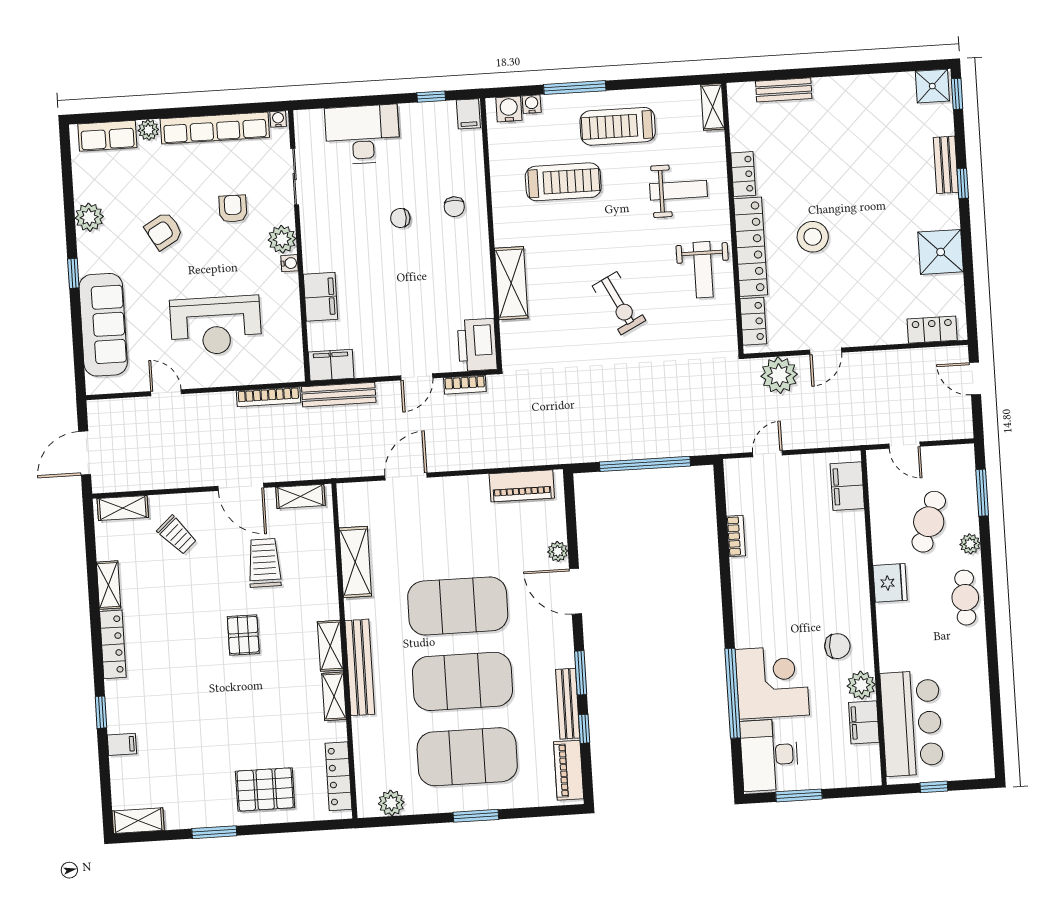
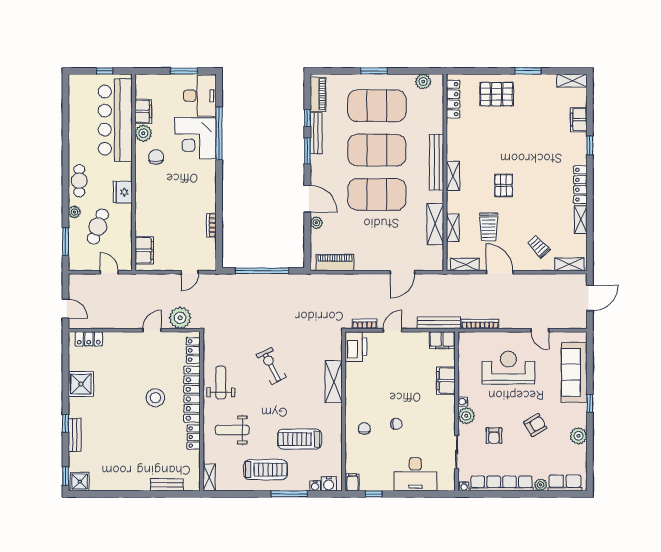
chair: (837, 646) -> (156, 157), turned 90
shelving: (334, 696) -> (453, 228), moved
bar counter: (912, 723) -> (115, 120), width x1.36
filing cabinet: (122, 744) -> (579, 120), width x2.00

